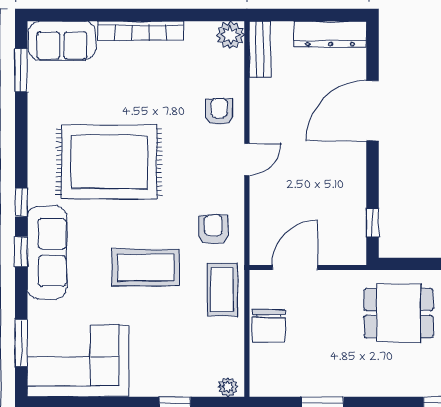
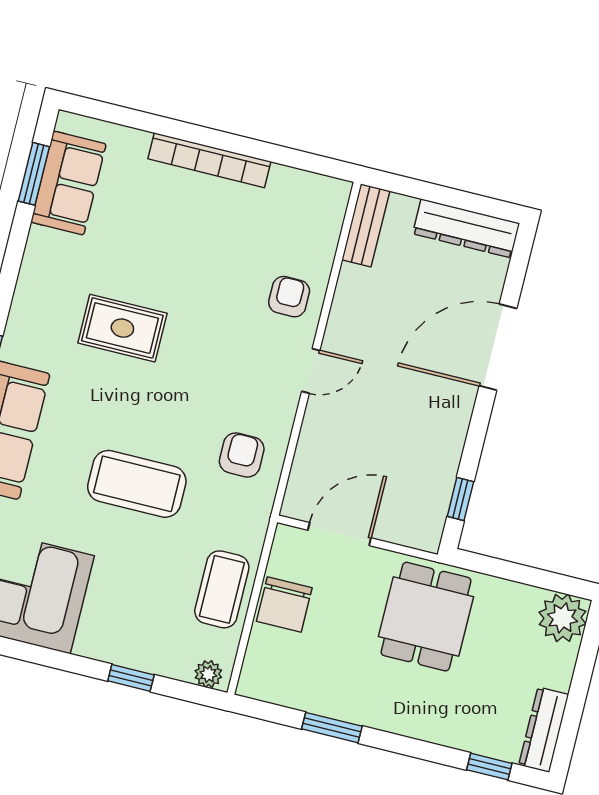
plant: (230, 35) -> (330, 196), removed
sofa: (62, 41) -> (68, 183), moved, turned -90
rug: (109, 162) -> (122, 328), width x0.54, depth x0.49
coffee table: (222, 290) -> (222, 589), moved
dining table: (398, 313) -> (426, 617), moved, turned 90

